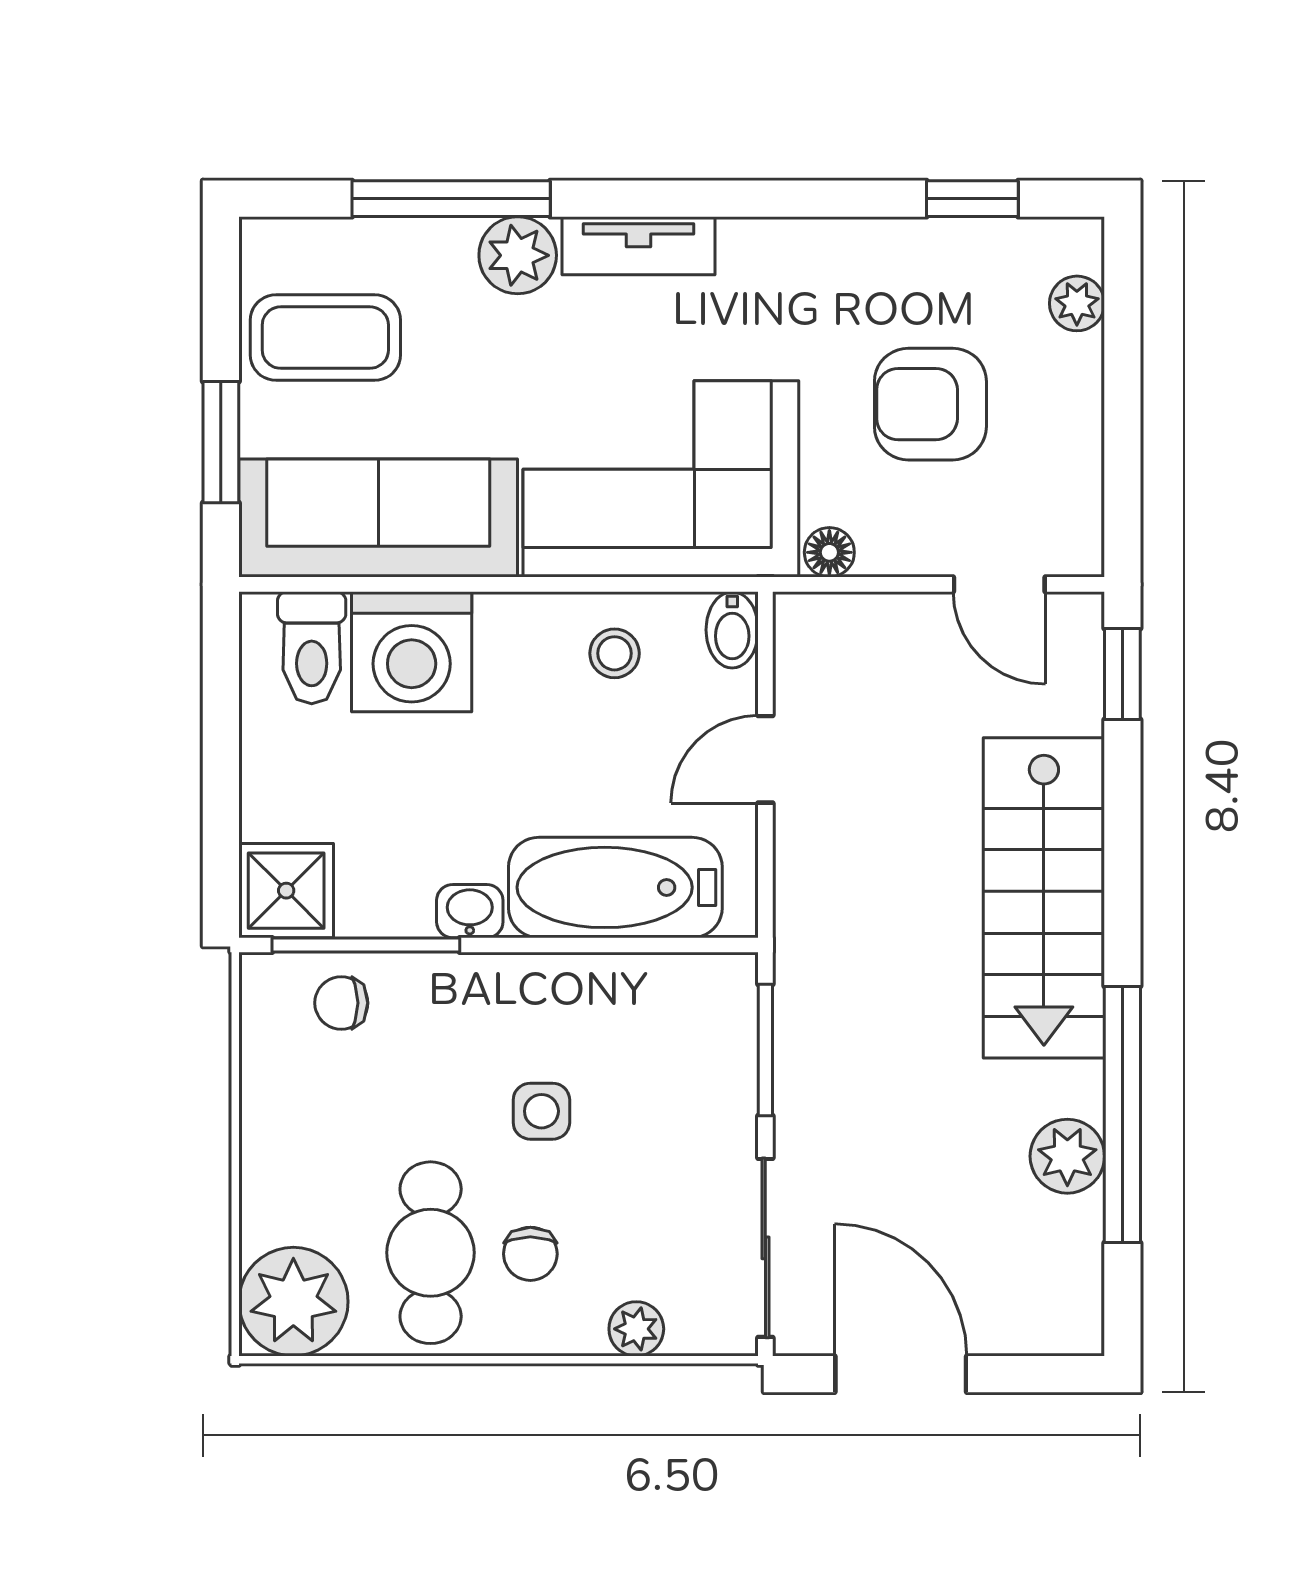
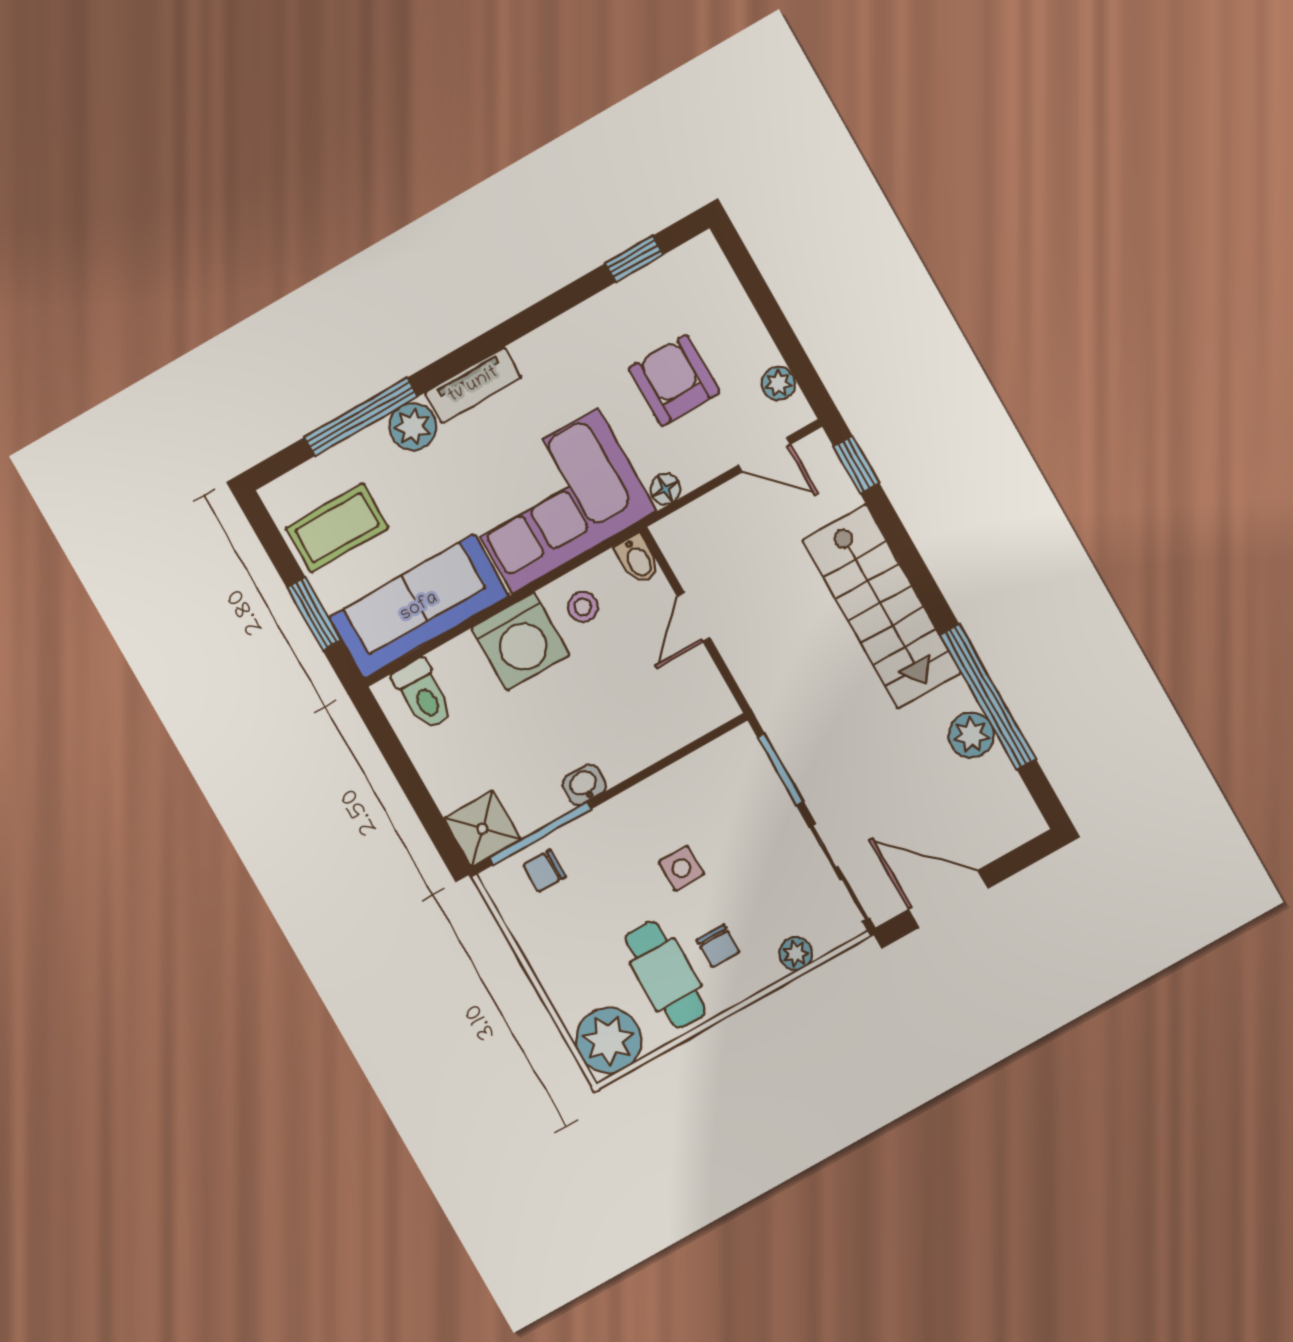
plant: (1077, 303) -> (778, 383), moved
armchair: (930, 404) -> (674, 380), turned 90
washing machine: (412, 652) -> (520, 641), moved
bathtub: (615, 887) -> (653, 729), removed

